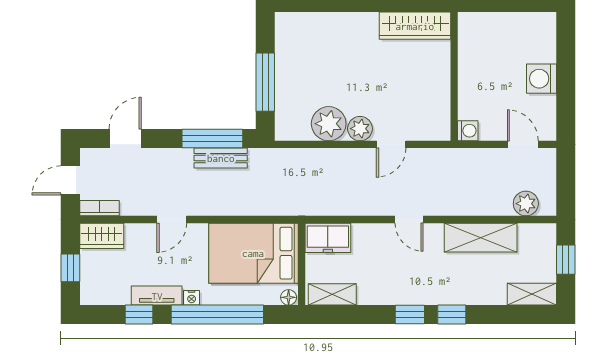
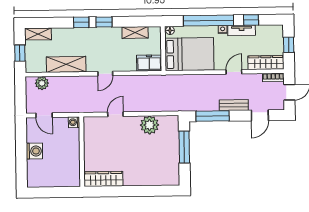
plant: (360, 129) -> (132, 123), removed
bench: (221, 158) -> (234, 105), moved
door: (409, 220) -> (105, 74), swing flipped
wardrobe: (102, 236) -> (266, 63), width x1.50
shelving: (332, 294) -> (135, 33), moved

